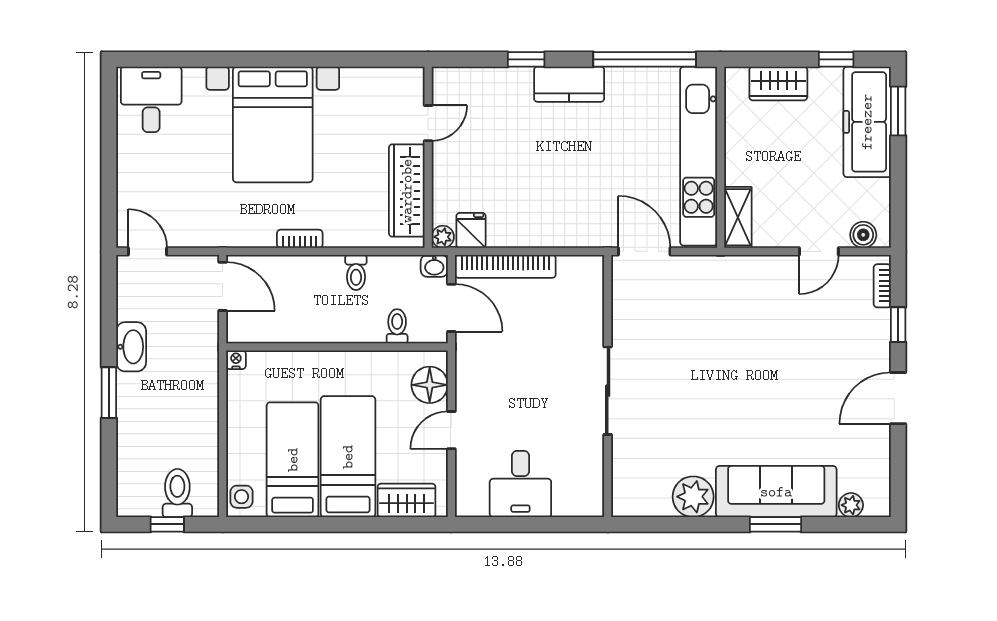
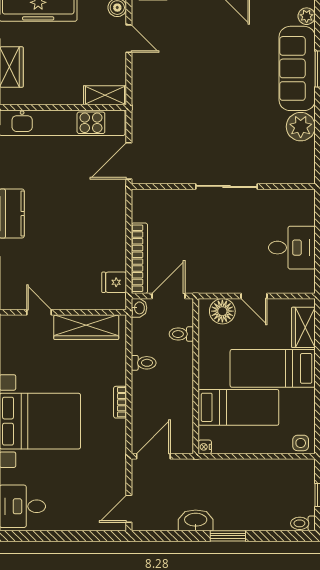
plant: (443, 237) -> (119, 302), removed
bed: (293, 460) -> (238, 407), moved, turned 180
toilet: (177, 493) -> (303, 523), moved, width x0.73, depth x0.72

